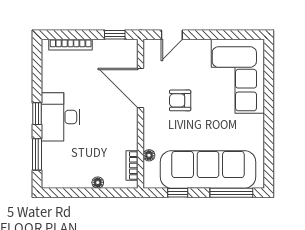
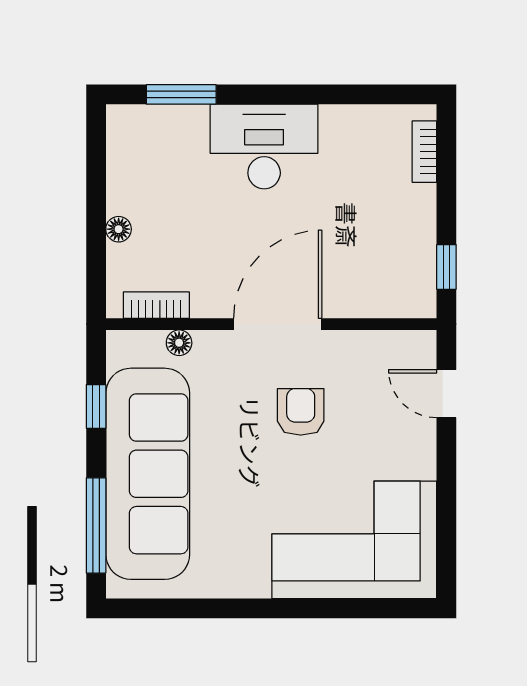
bookcase: (71, 45) -> (424, 152), width x0.64
door: (141, 88) -> (278, 324), moved
window: (37, 114) -> (271, 94), removed

